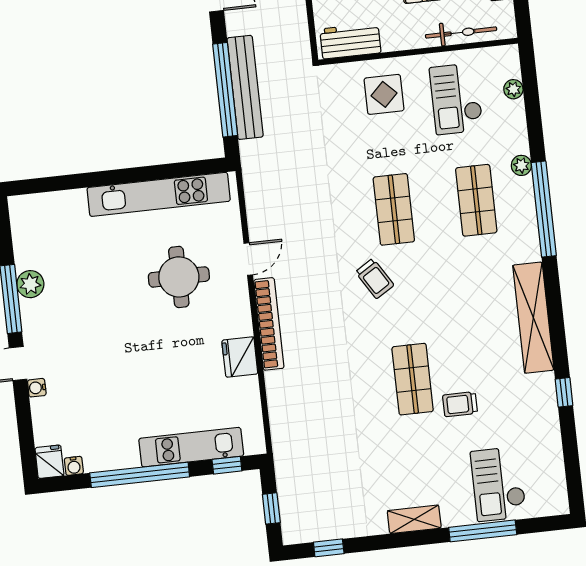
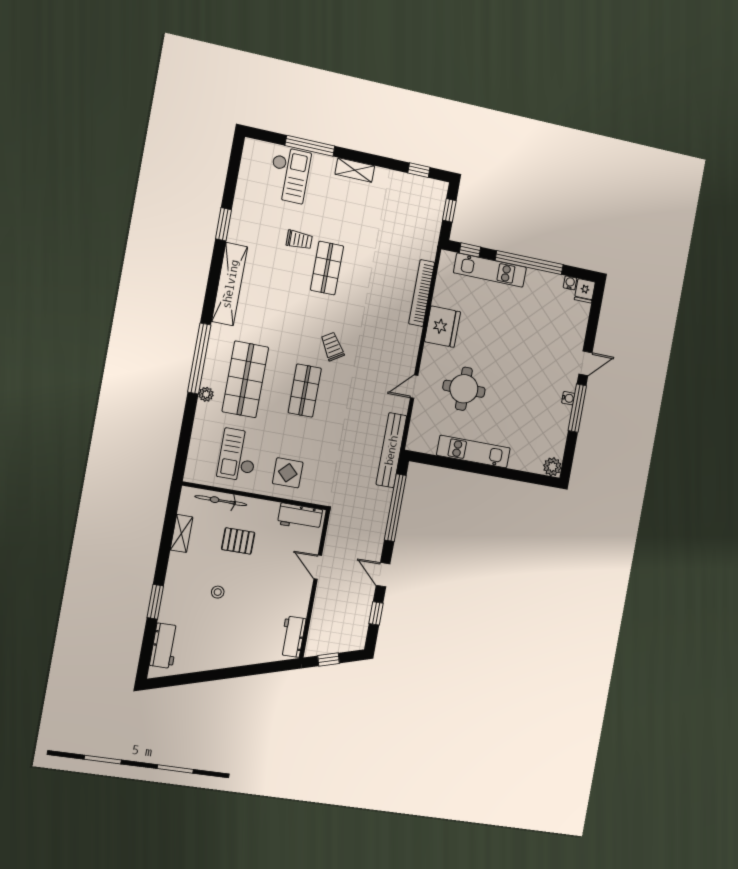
bench: (245, 87) -> (391, 450), moved
plant: (513, 89) -> (196, 450), removed
checkout: (456, 99) -> (238, 455), turned 180
kitchen unit: (159, 194) -> (473, 452), width x0.73
shop shelf: (476, 200) -> (245, 379), width x1.43, depth x1.36
plant: (30, 284) -> (552, 467), moved
bookcase: (269, 324) -> (422, 293), moved
fridge: (240, 357) -> (442, 327), width x1.36, depth x1.34
water cooler: (37, 388) -> (568, 398), moved
window: (564, 392) -> (224, 224), width x1.50

